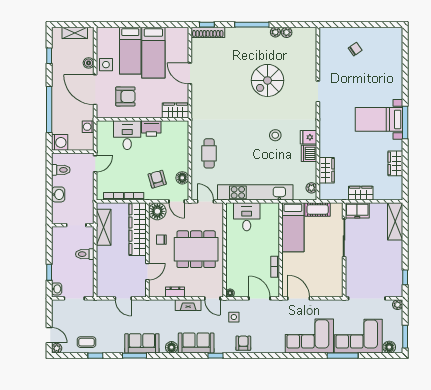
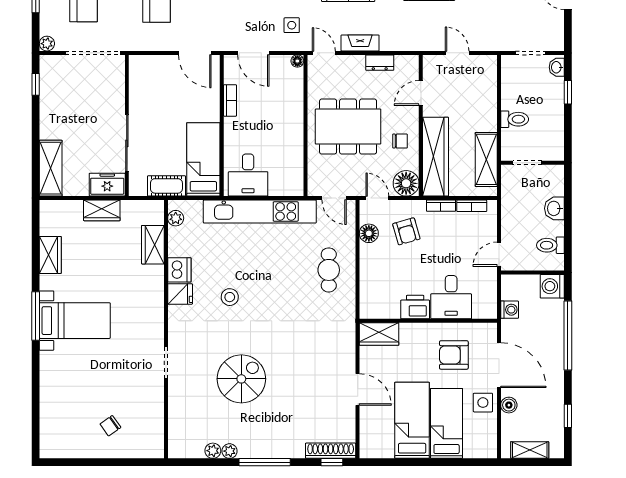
desk: (247, 217) -> (248, 175), moved

